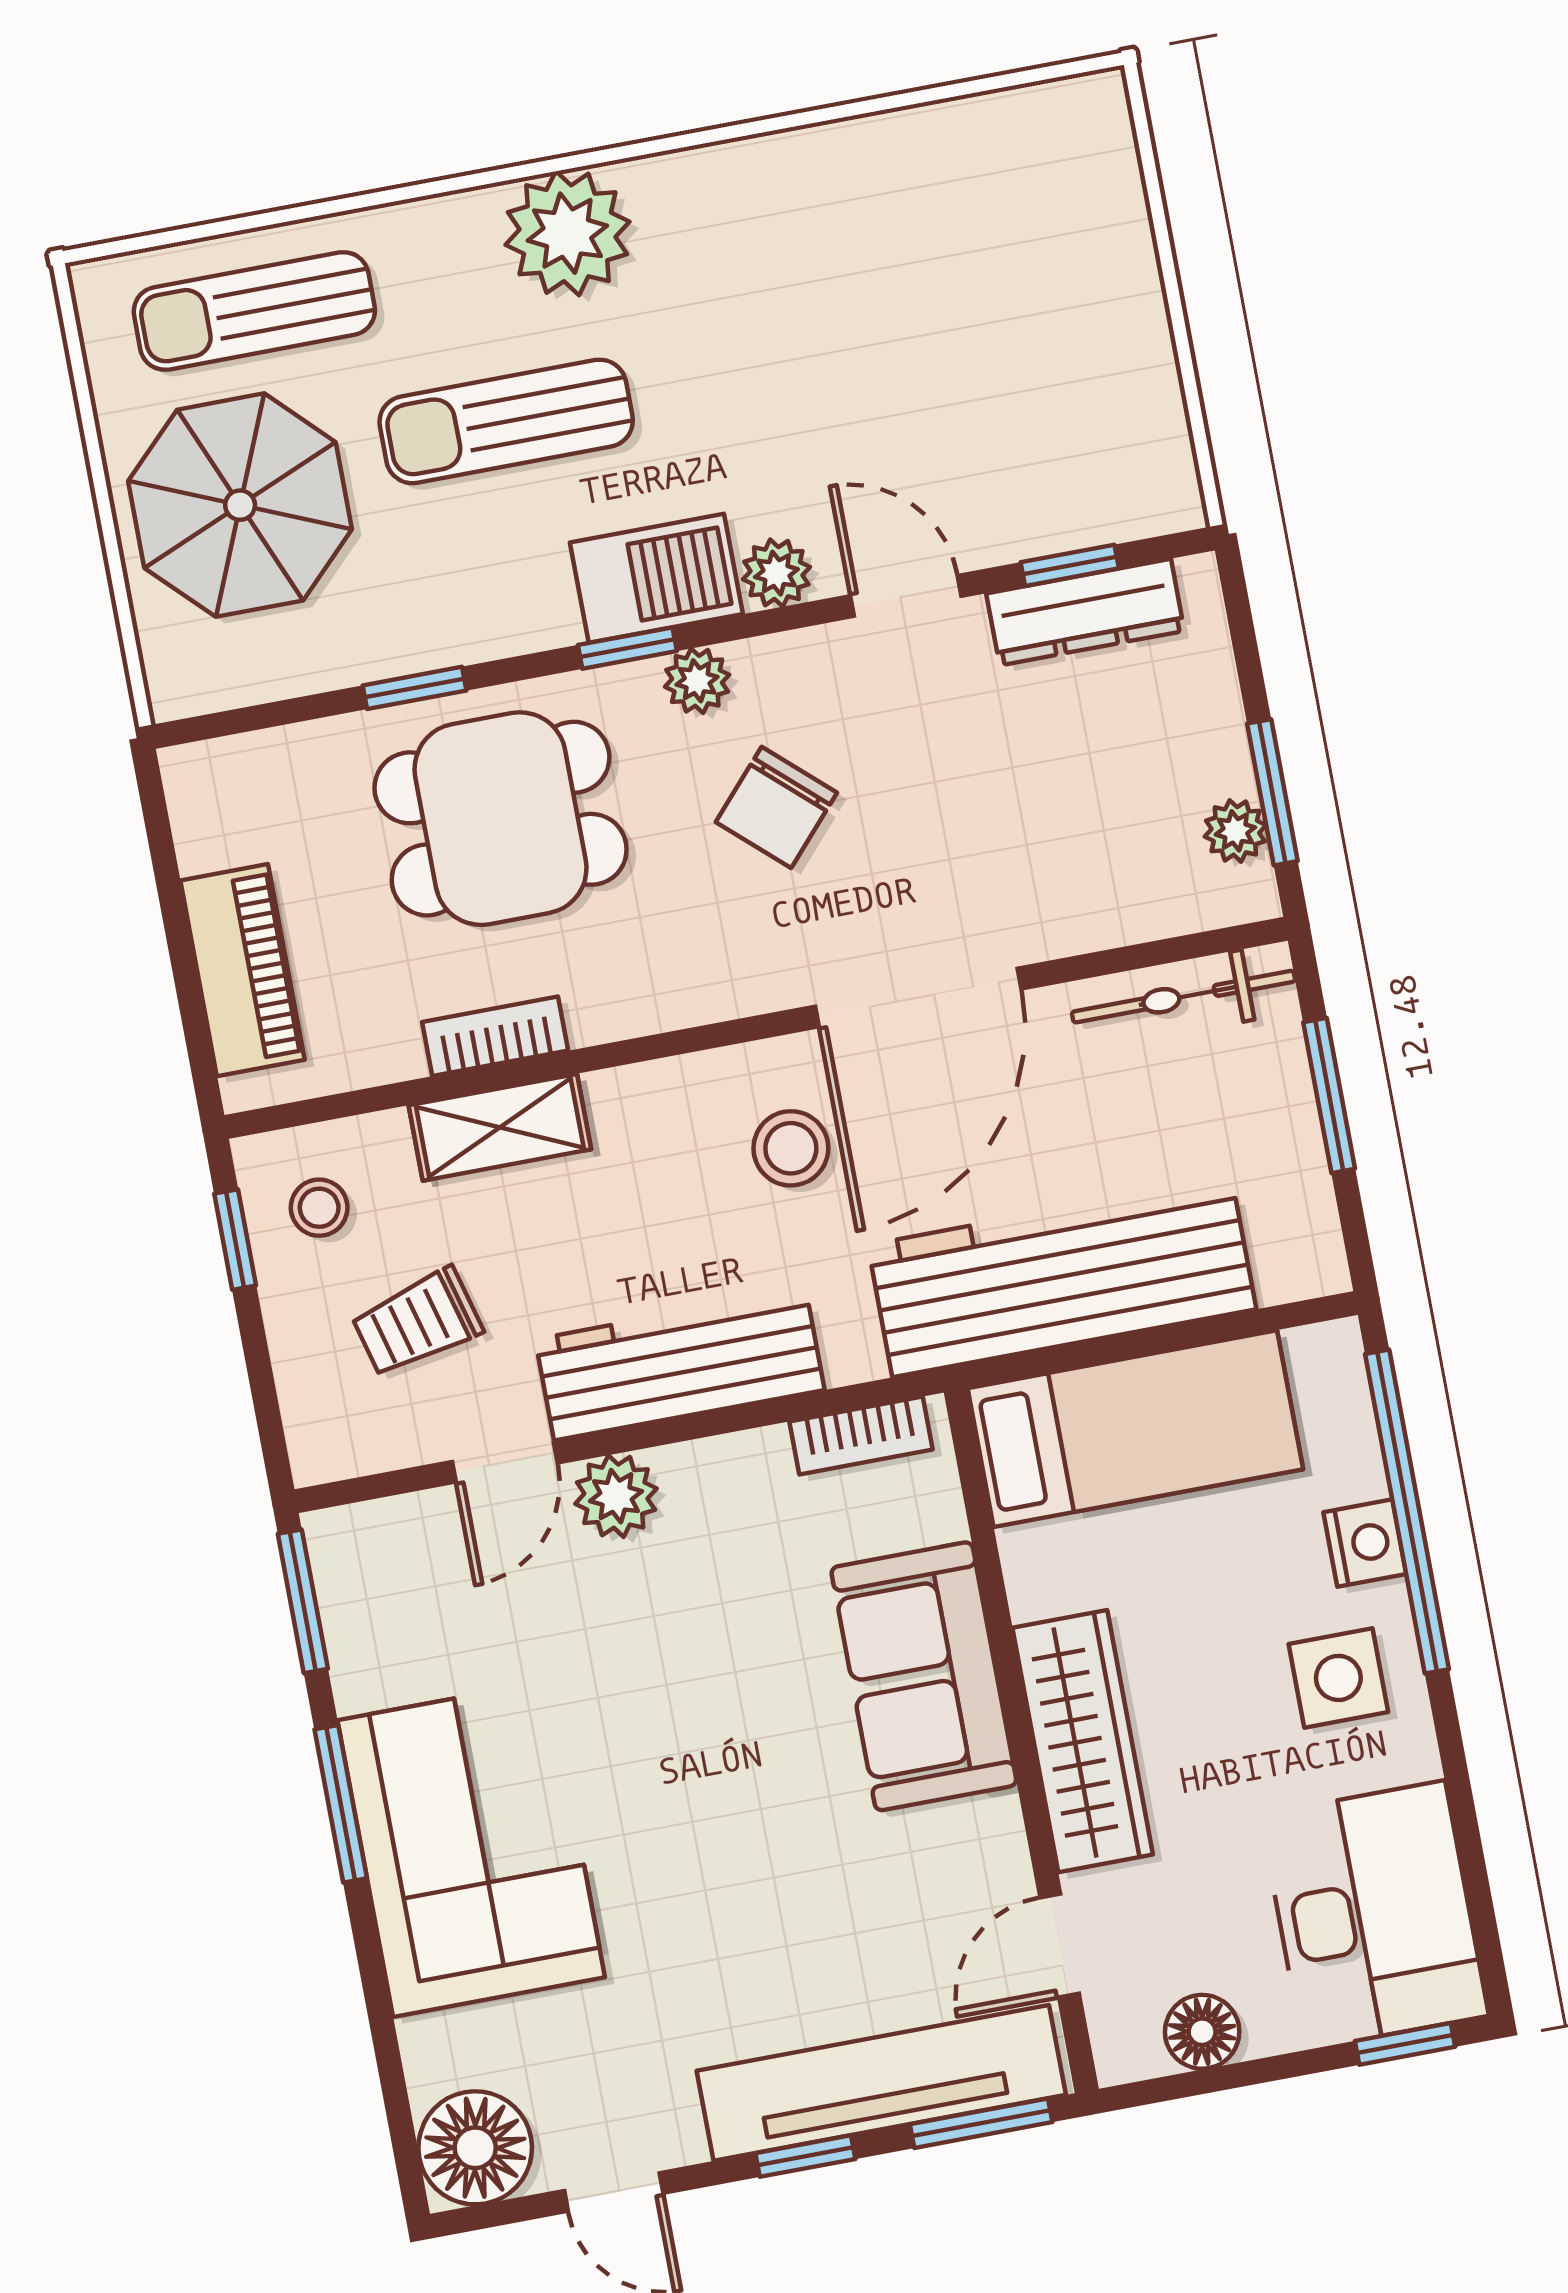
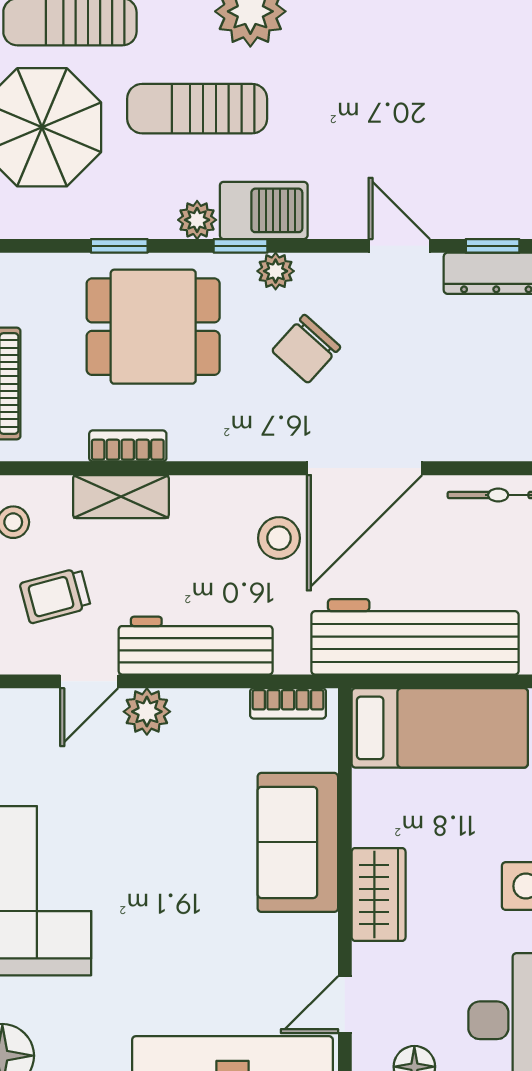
plant: (776, 573) -> (197, 220), moved
wardrobe: (1083, 1741) -> (379, 894), width x0.67

